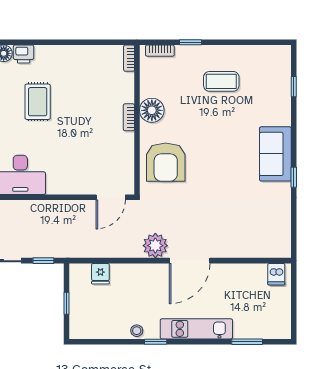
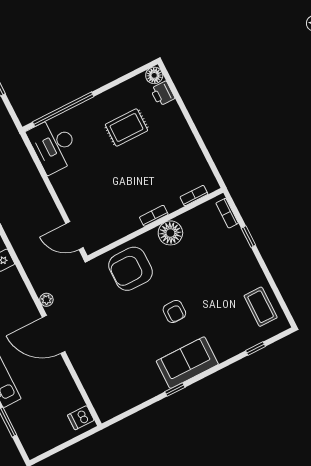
bookcase: (129, 58) -> (194, 196), moved
coffee table: (221, 81) -> (261, 307), moved
armchair: (224, 142) -> (174, 312), added
plant: (155, 246) -> (46, 300), width x0.53, depth x0.53

